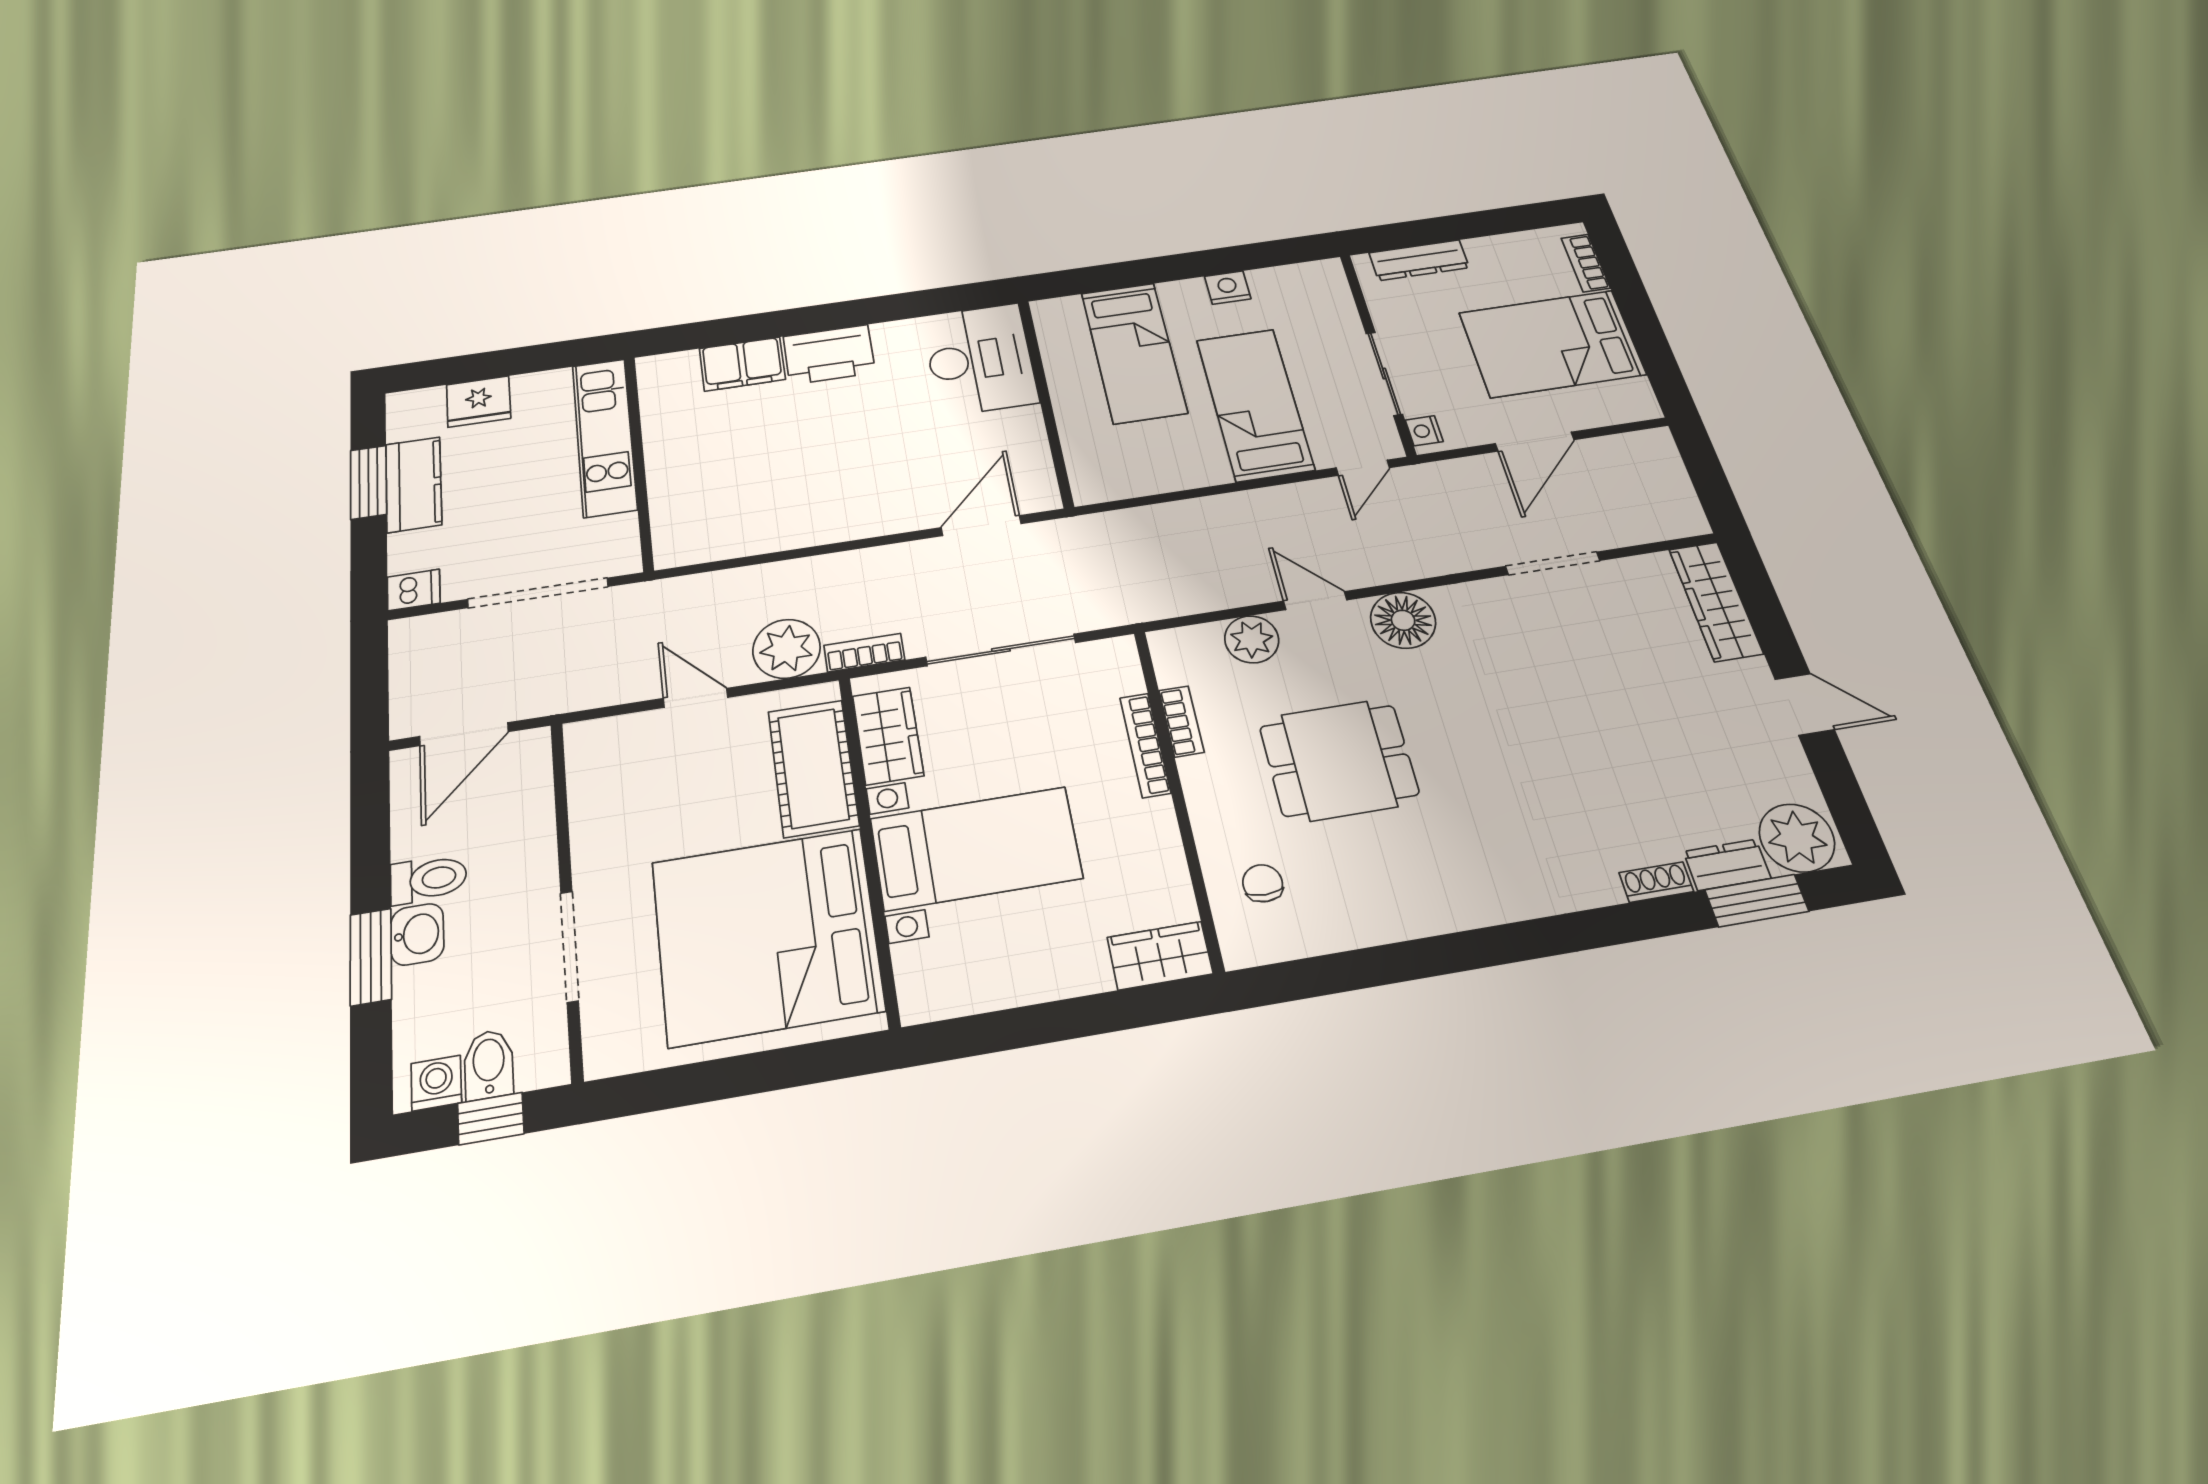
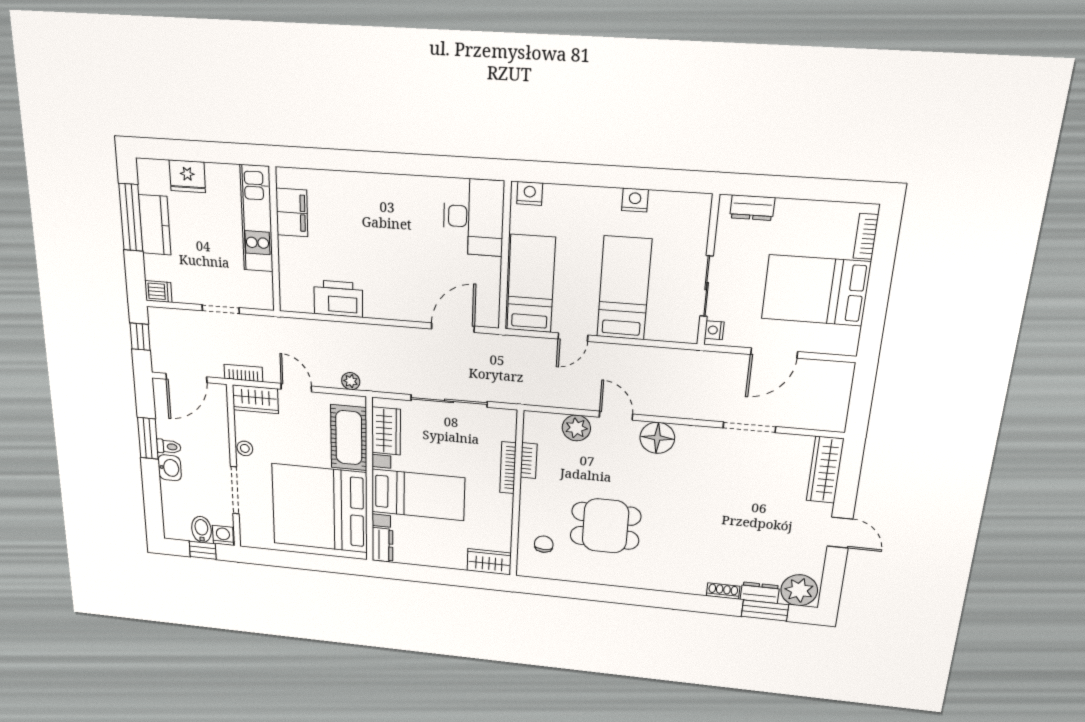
dresser: (1419, 260) -> (752, 208), width x0.70
nightstand: (1062, 311) -> (530, 193), added
bed: (1134, 352) -> (531, 284), moved, turned 180
printer: (829, 355) -> (338, 299), moved, turned 180
filing cabinet: (742, 364) -> (292, 213), moved, turned -90
door: (1363, 468) -> (573, 337), moved
window: (368, 482) -> (131, 217), width x1.44
doorway: (538, 593) -> (221, 309), width x0.53
plant: (787, 649) -> (351, 381), width x0.53, depth x0.53
bookcase: (864, 653) -> (243, 373), moved
window: (369, 679) -> (140, 337), added
wardrobe: (611, 741) -> (255, 399), added
dining table: (1339, 760) -> (605, 526), moved
stool: (591, 847) -> (245, 448), added
toilet: (428, 879) -> (169, 447), width x0.73, depth x0.72
window: (371, 957) -> (148, 438), moved
dresser: (918, 983) -> (382, 545), added
washing machine: (436, 1083) -> (223, 535), moved

